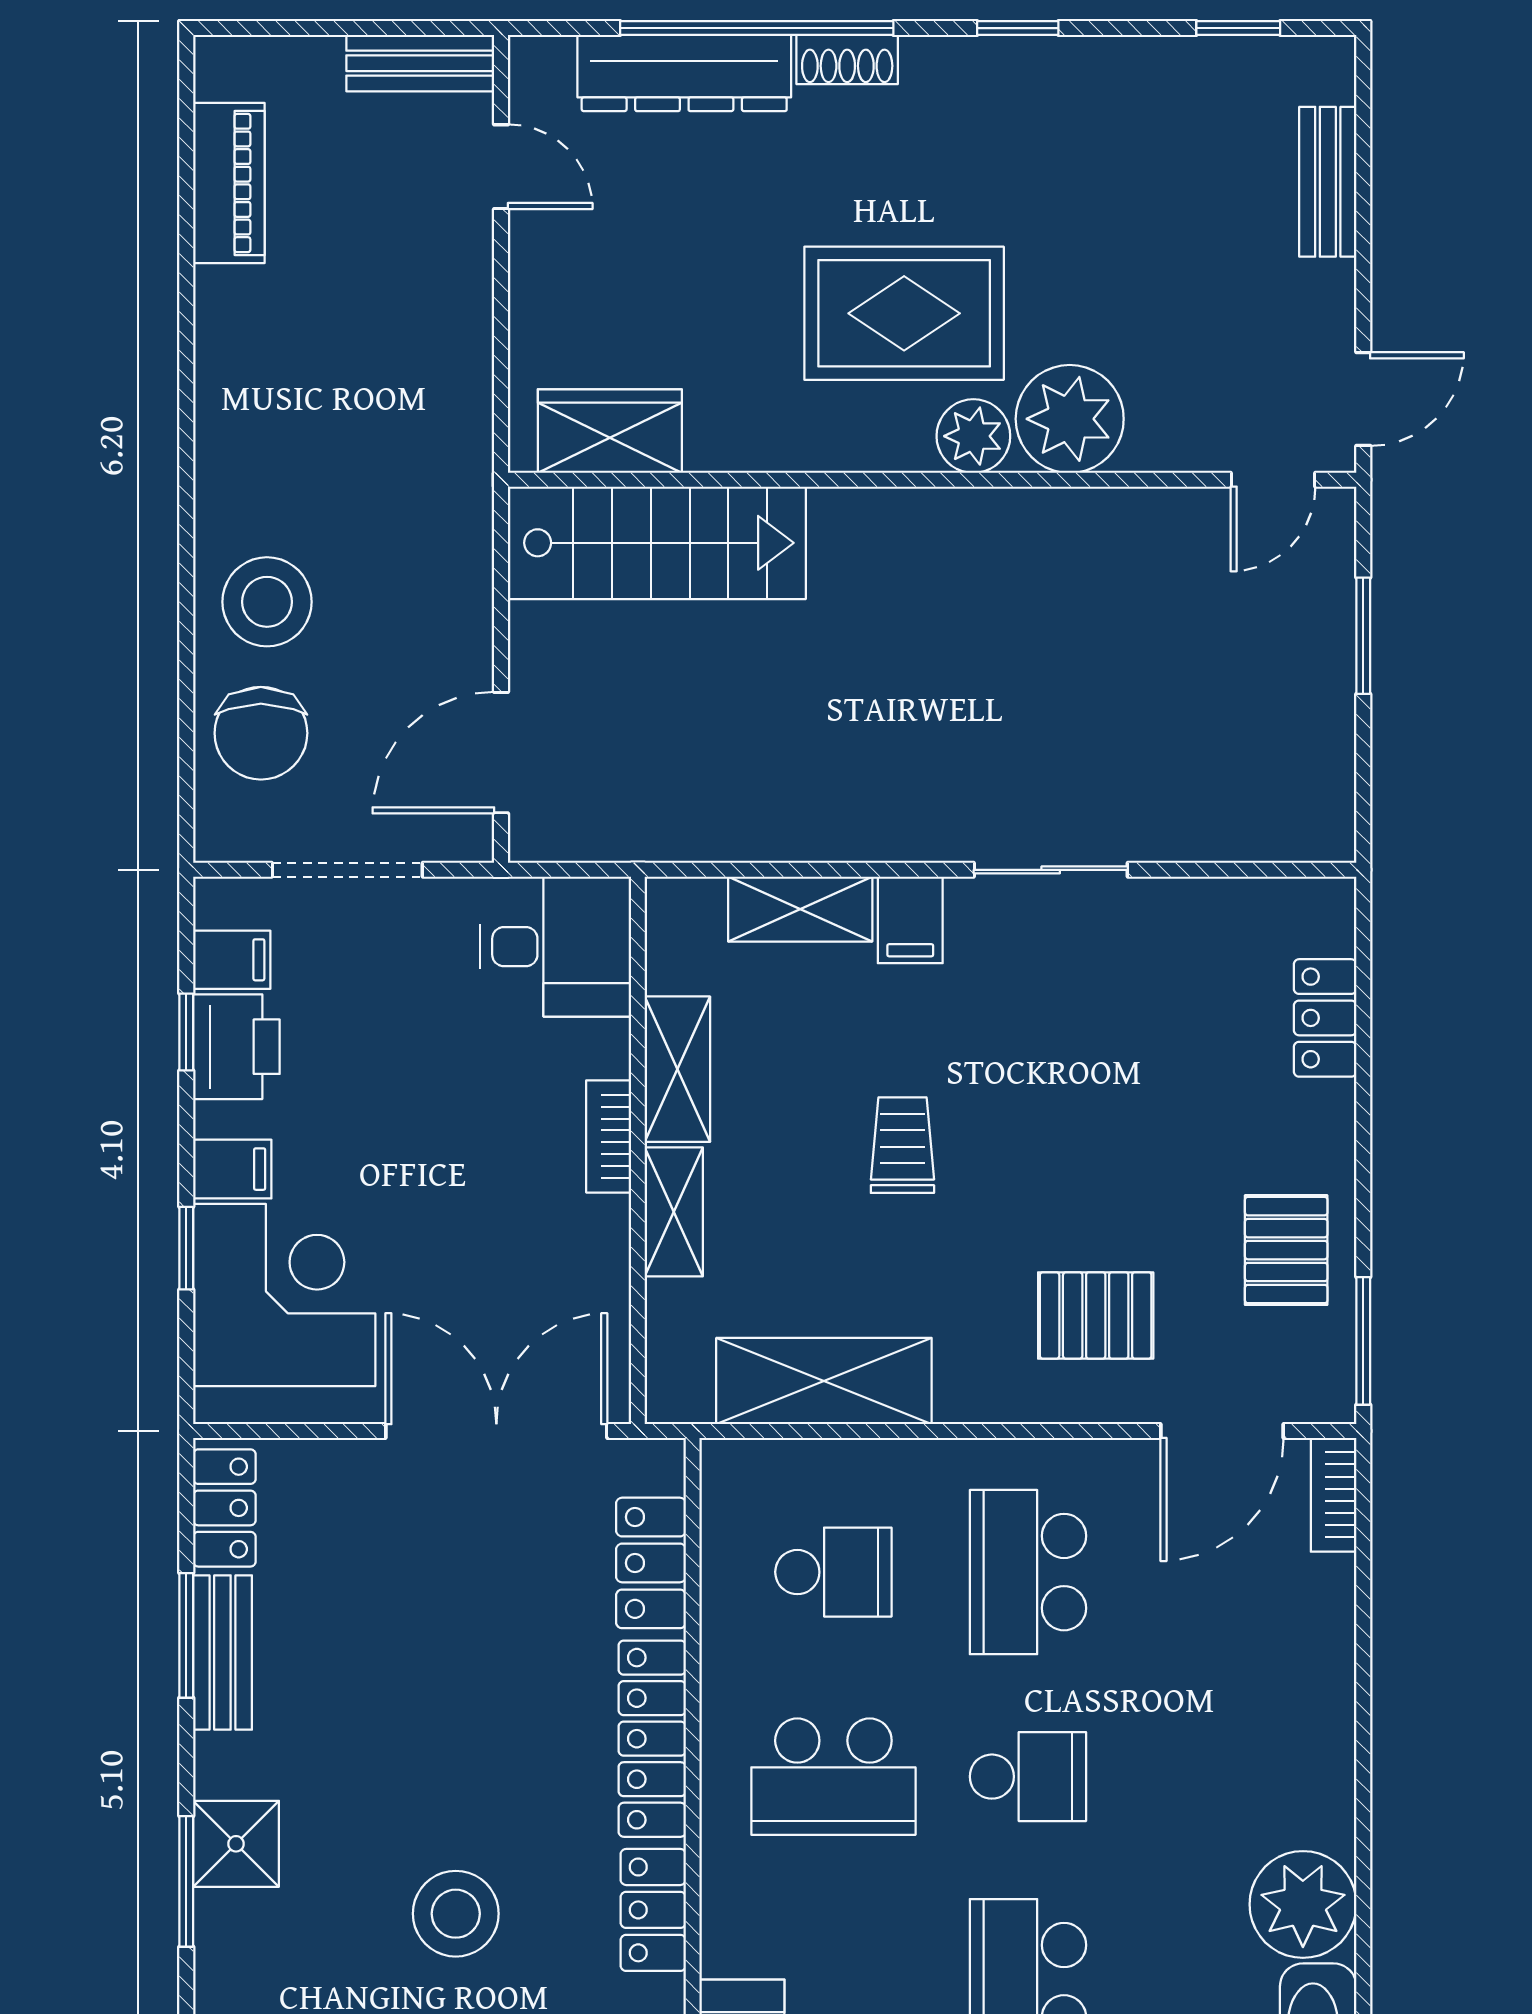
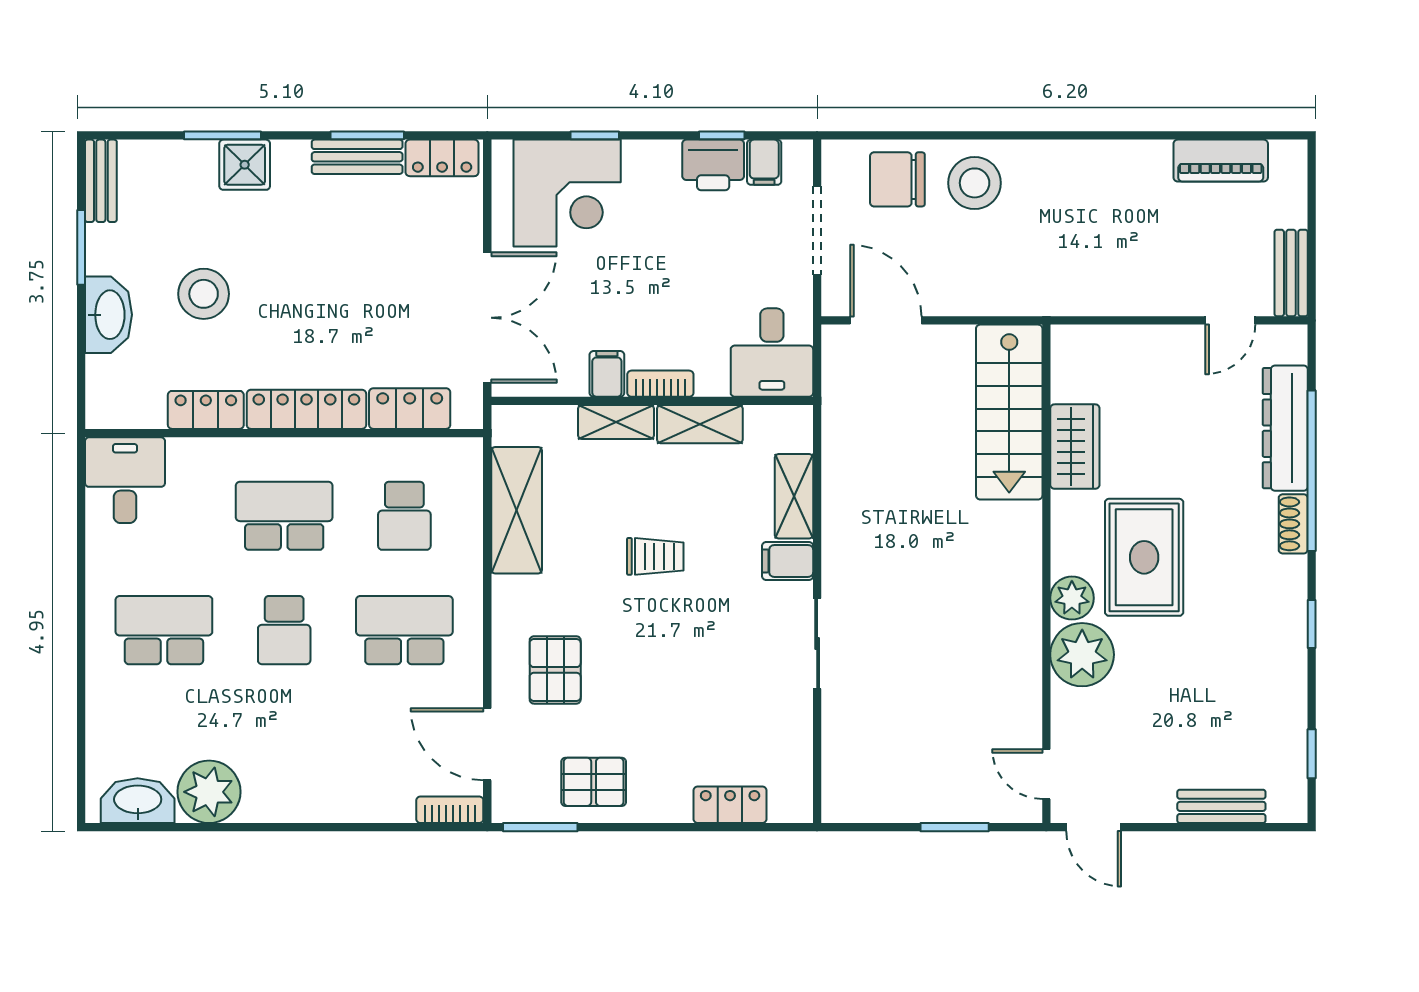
wardrobe: (610, 431) -> (1075, 447), moved
filing cabinet: (232, 1169) -> (607, 374), moved, turned 180
school desk: (833, 1777) -> (284, 516), turned 90

